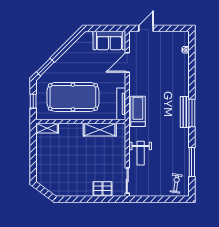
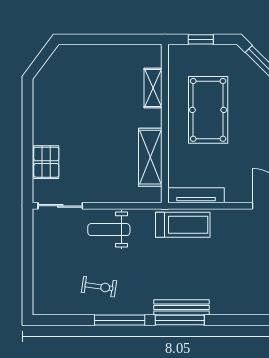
pool table: (73, 97) -> (208, 110), width x0.73, depth x0.76
shelving: (47, 128) -> (153, 88), moved
window: (192, 162) -> (120, 320), moved
exercise bike: (176, 183) -> (99, 287), moved

